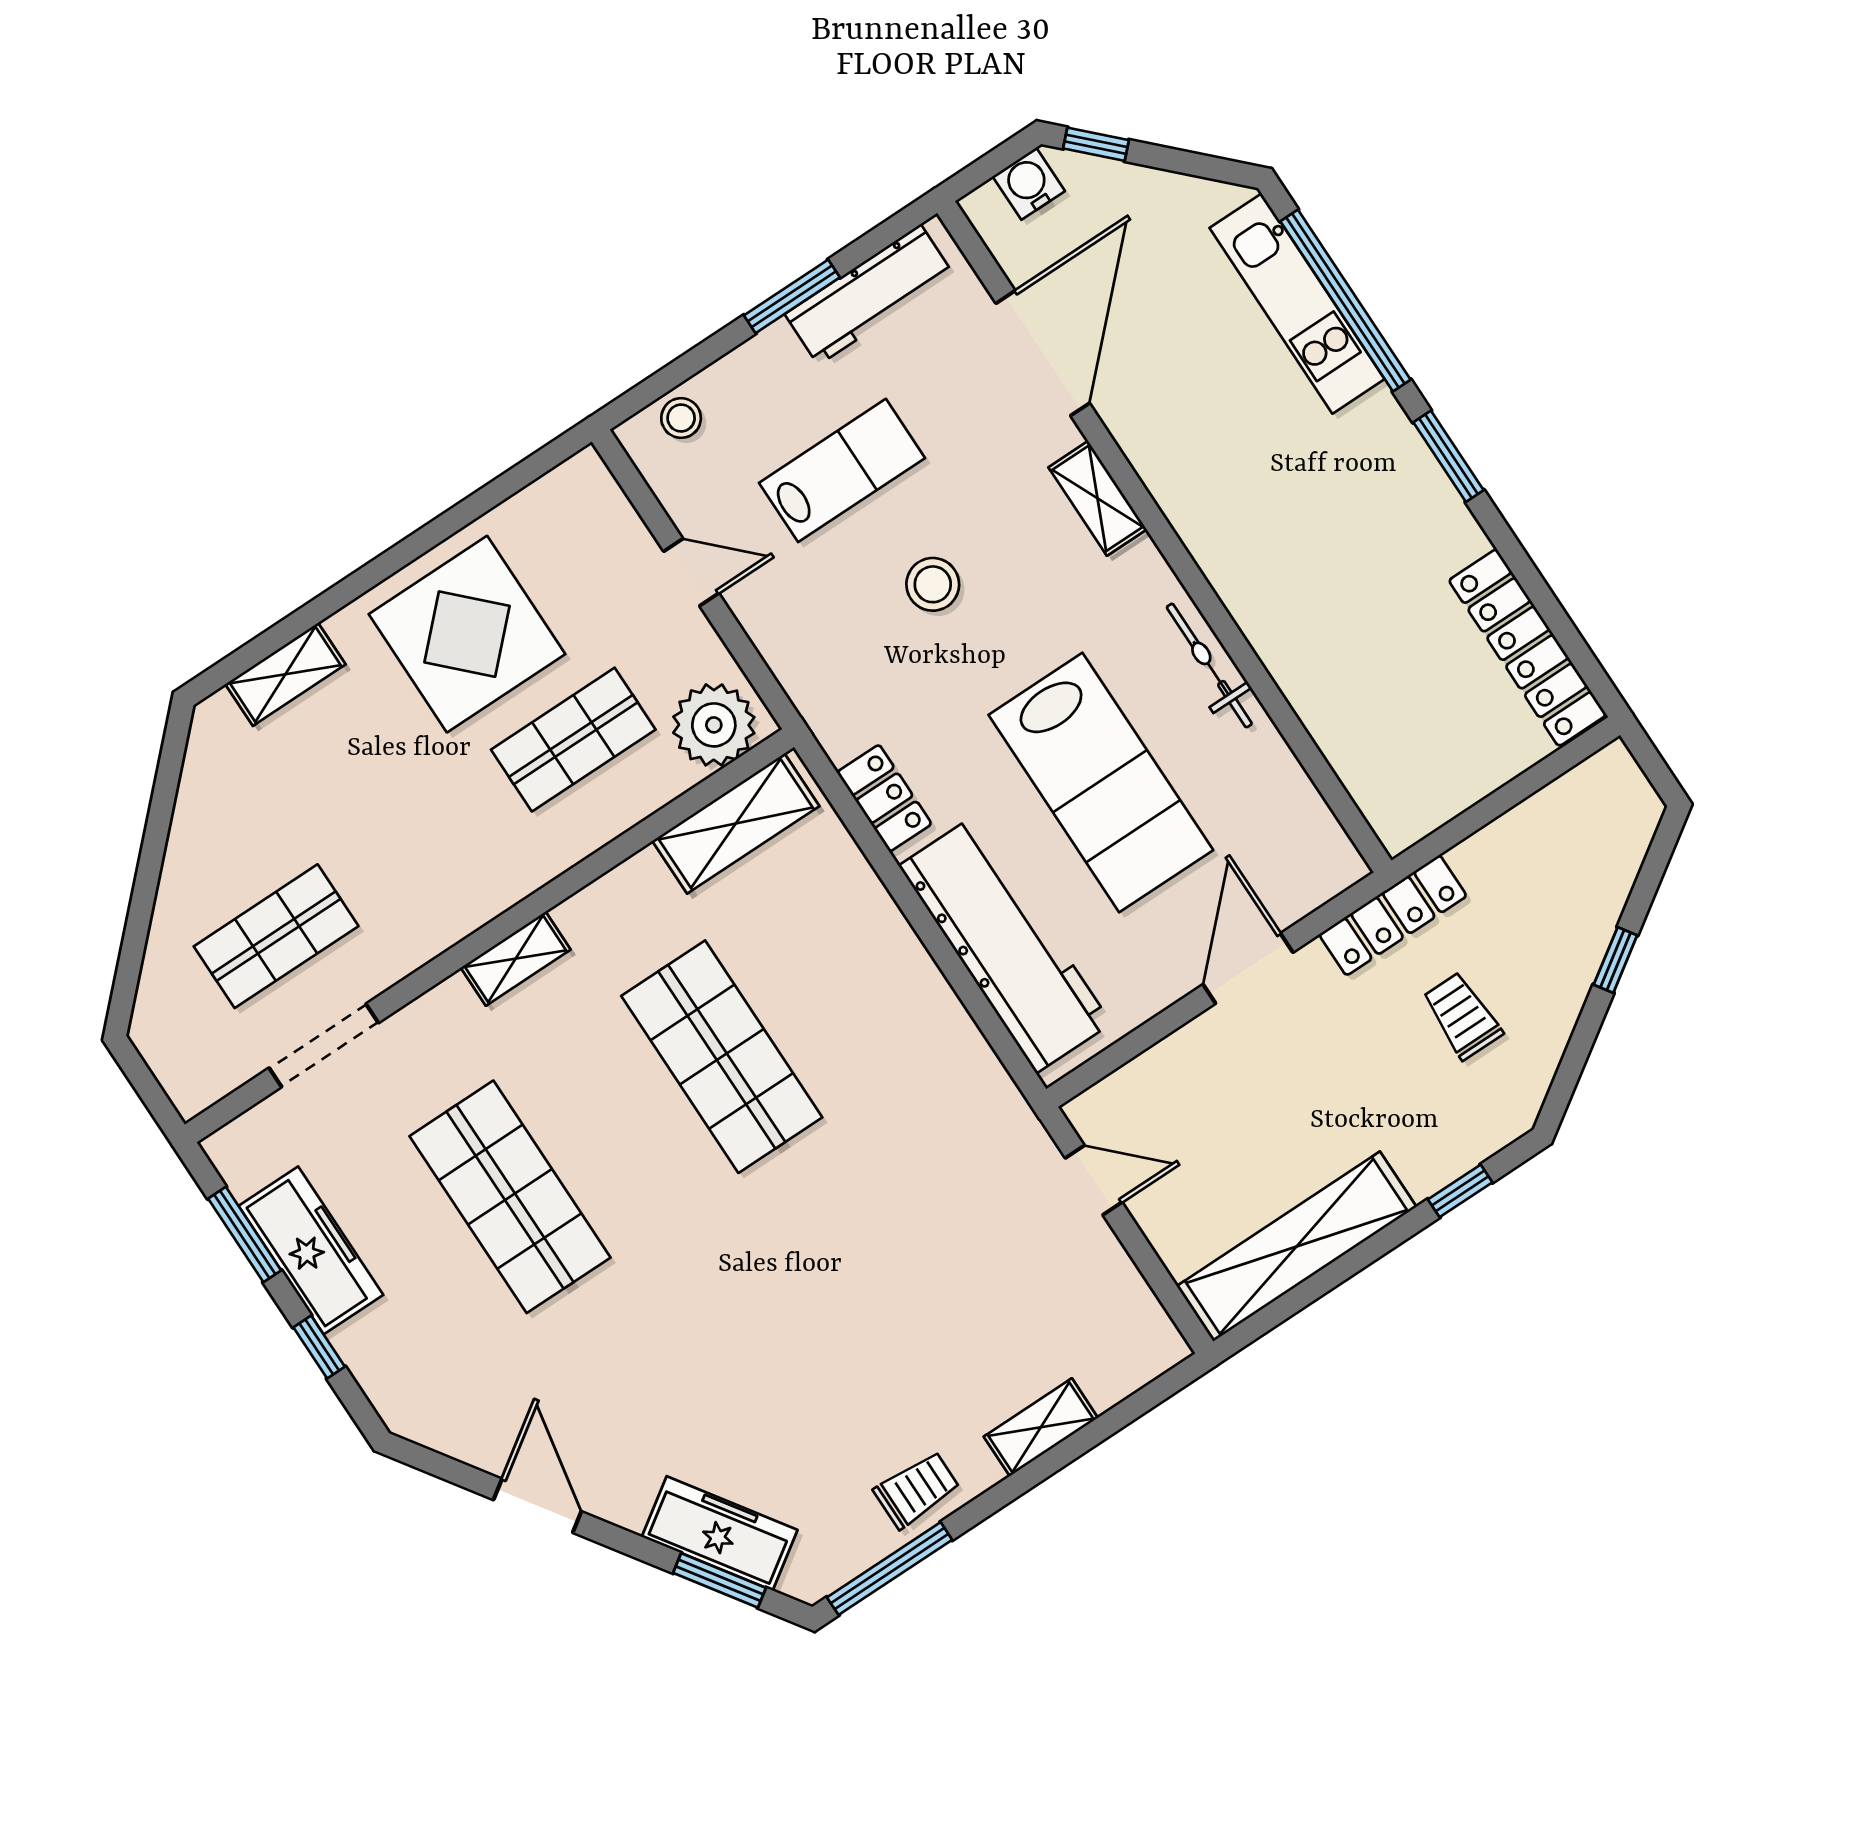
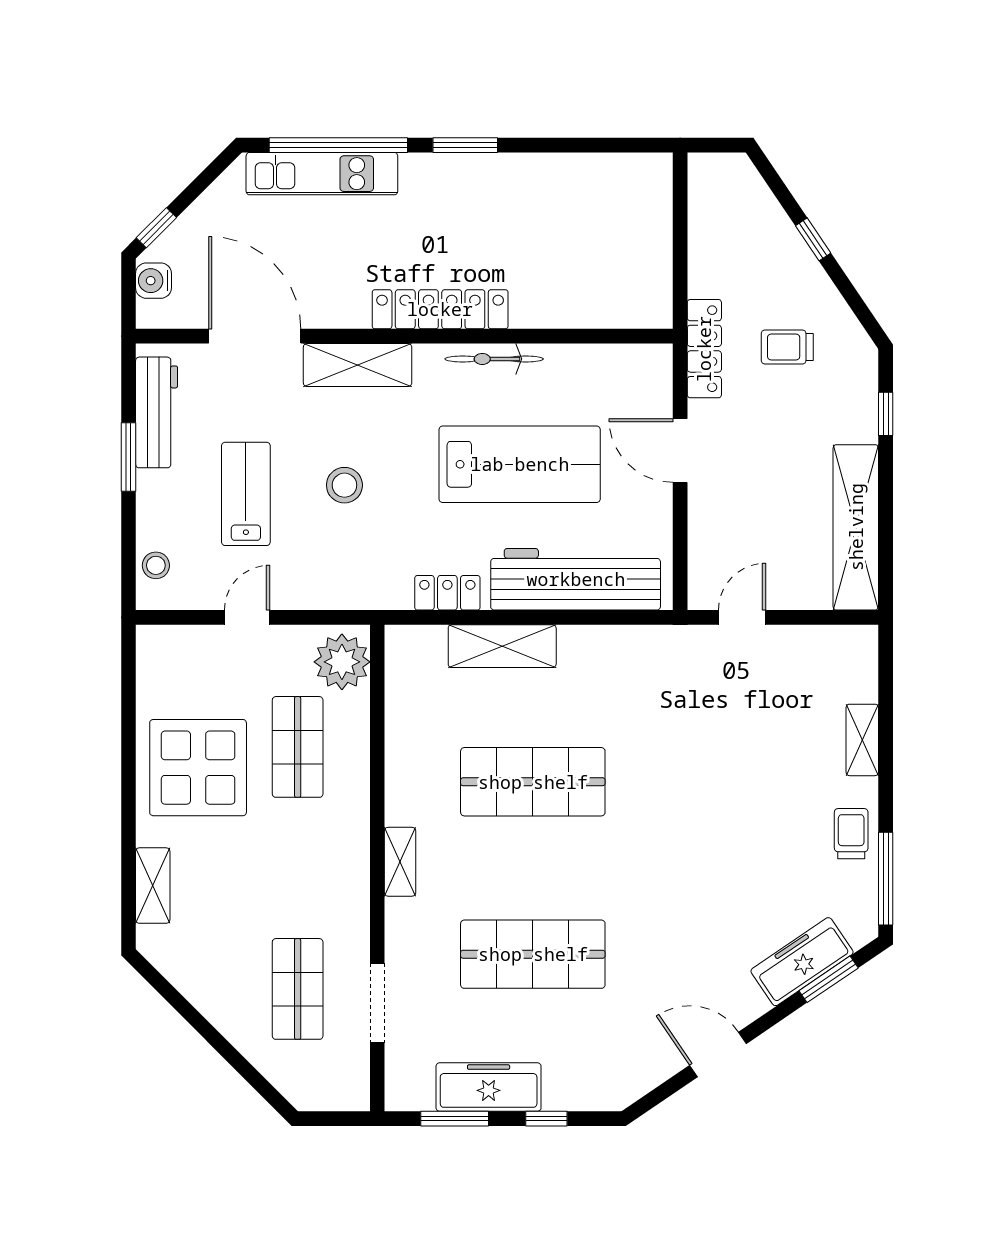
shelving: (1098, 498) -> (358, 365), width x1.50, depth x1.33
locker: (1528, 648) -> (440, 309), moved, turned 180
shelving: (736, 823) -> (502, 646), moved, turned 90

